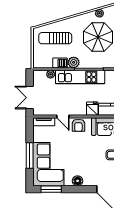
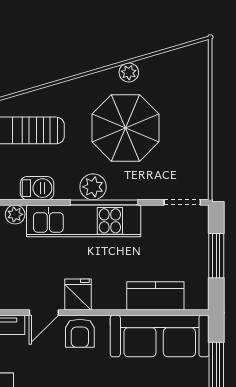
plant: (74, 62) -> (93, 187), moved
fridge: (92, 109) -> (78, 294), moved
door: (63, 116) -> (44, 313), hinge flipped

